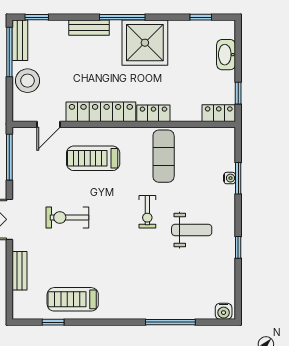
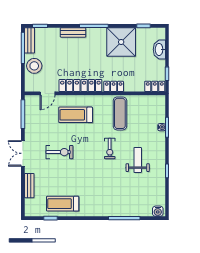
shower: (145, 43) -> (121, 42), moved
exercise bike: (67, 217) -> (59, 152), turned 180
weight bench: (192, 230) -> (138, 160), turned -90

